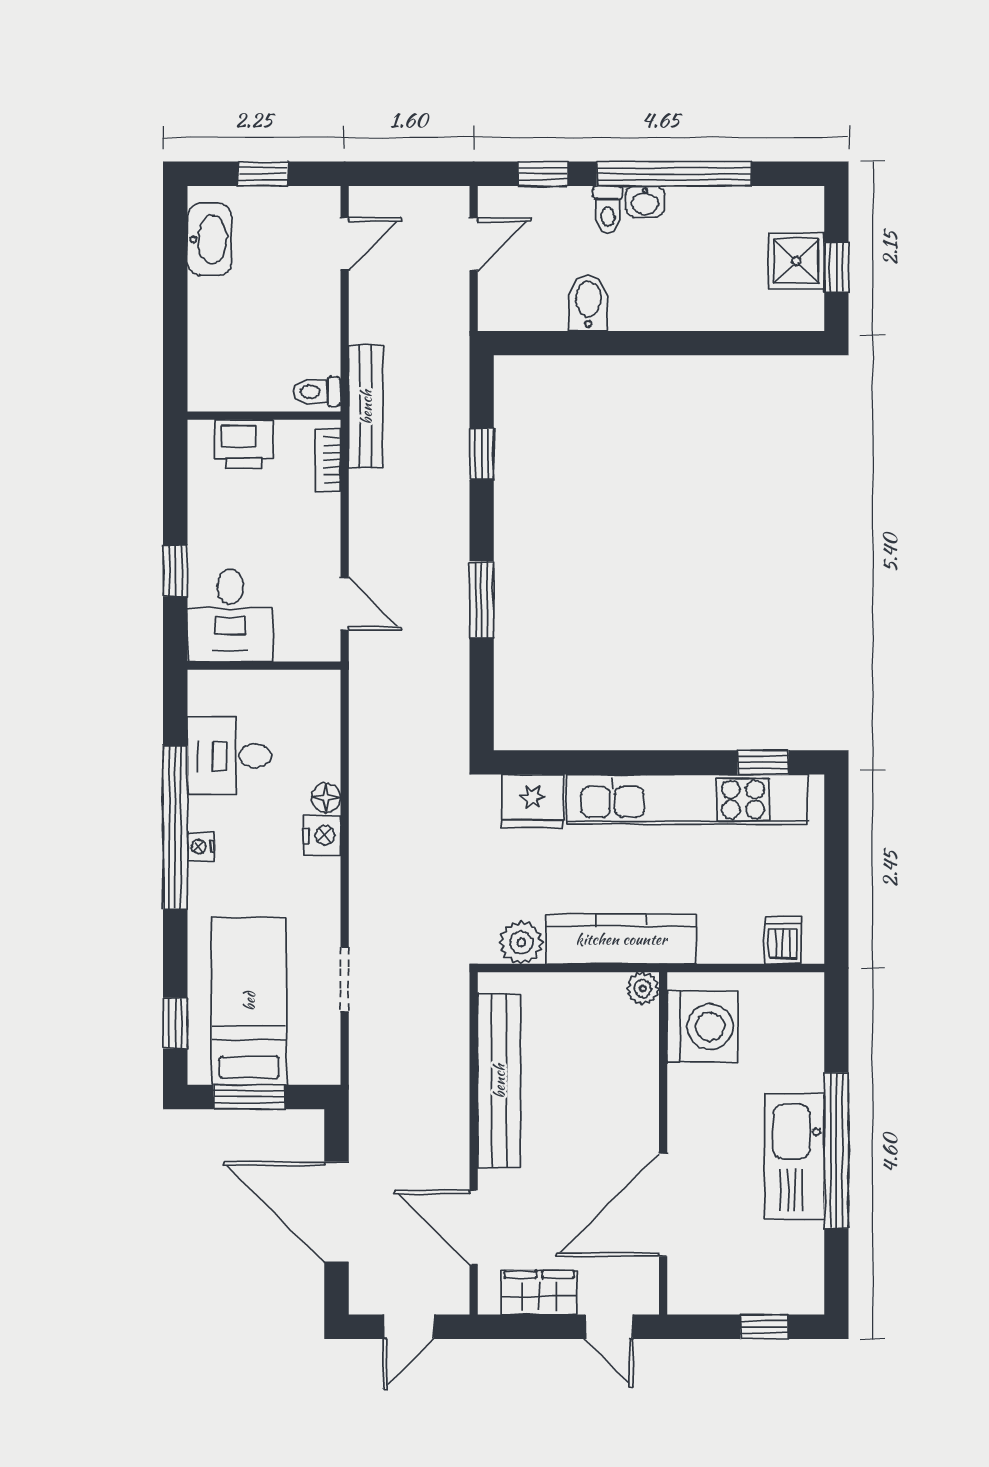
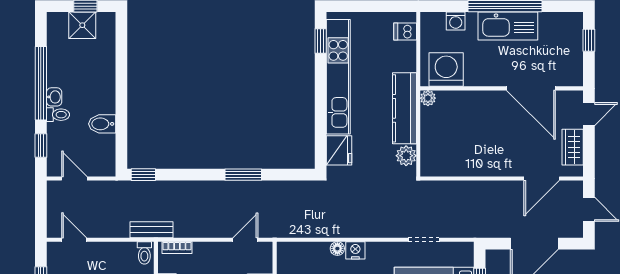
bench: (366, 407) -> (152, 230), width x0.73
window: (482, 454) -> (143, 175), moved
washing machine: (805, 1047) -> (456, 21), added
bench: (499, 1081) -> (472, 166), removed

